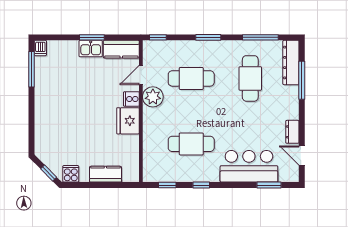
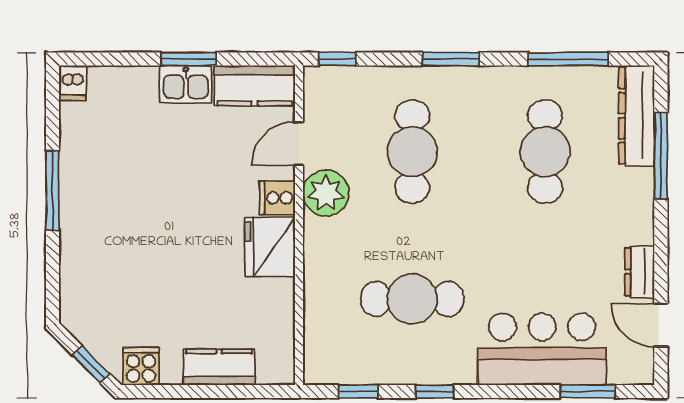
window: (31, 69) -> (53, 191), moved
cafe table: (191, 78) -> (412, 152), turned 90

